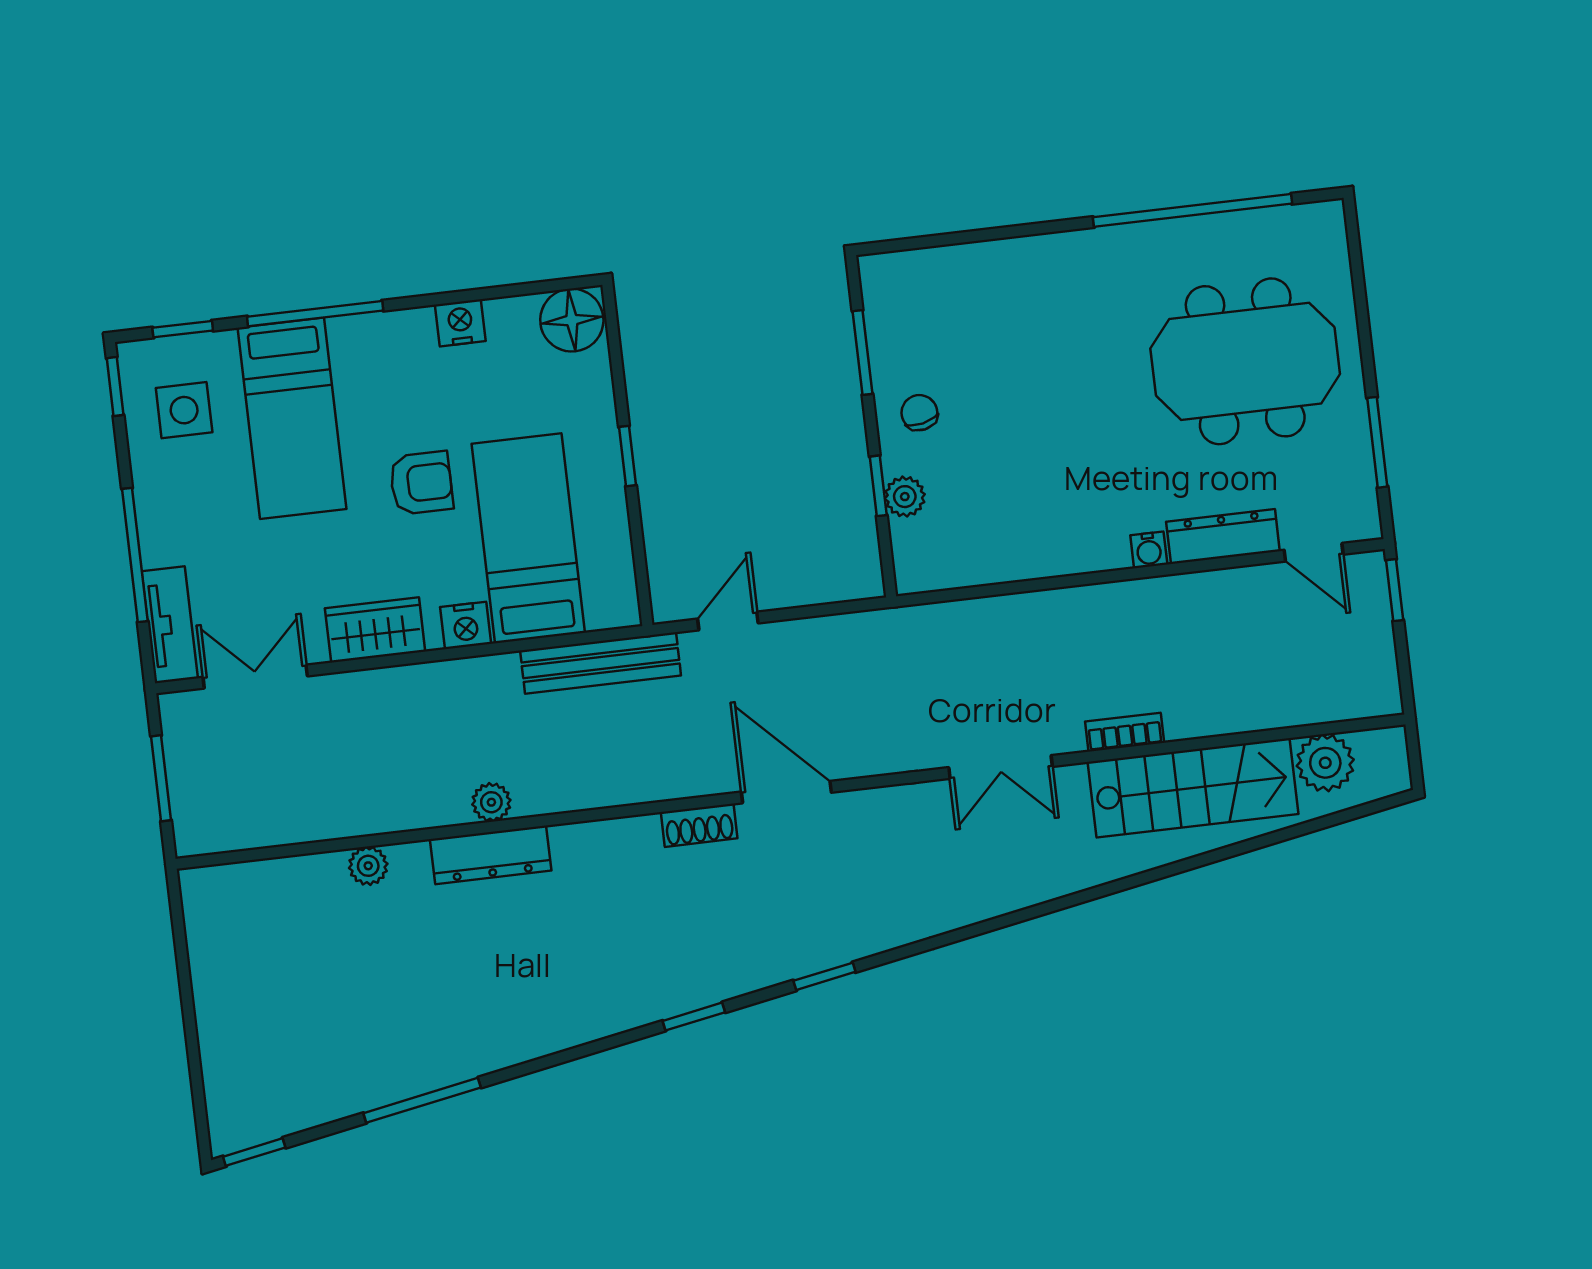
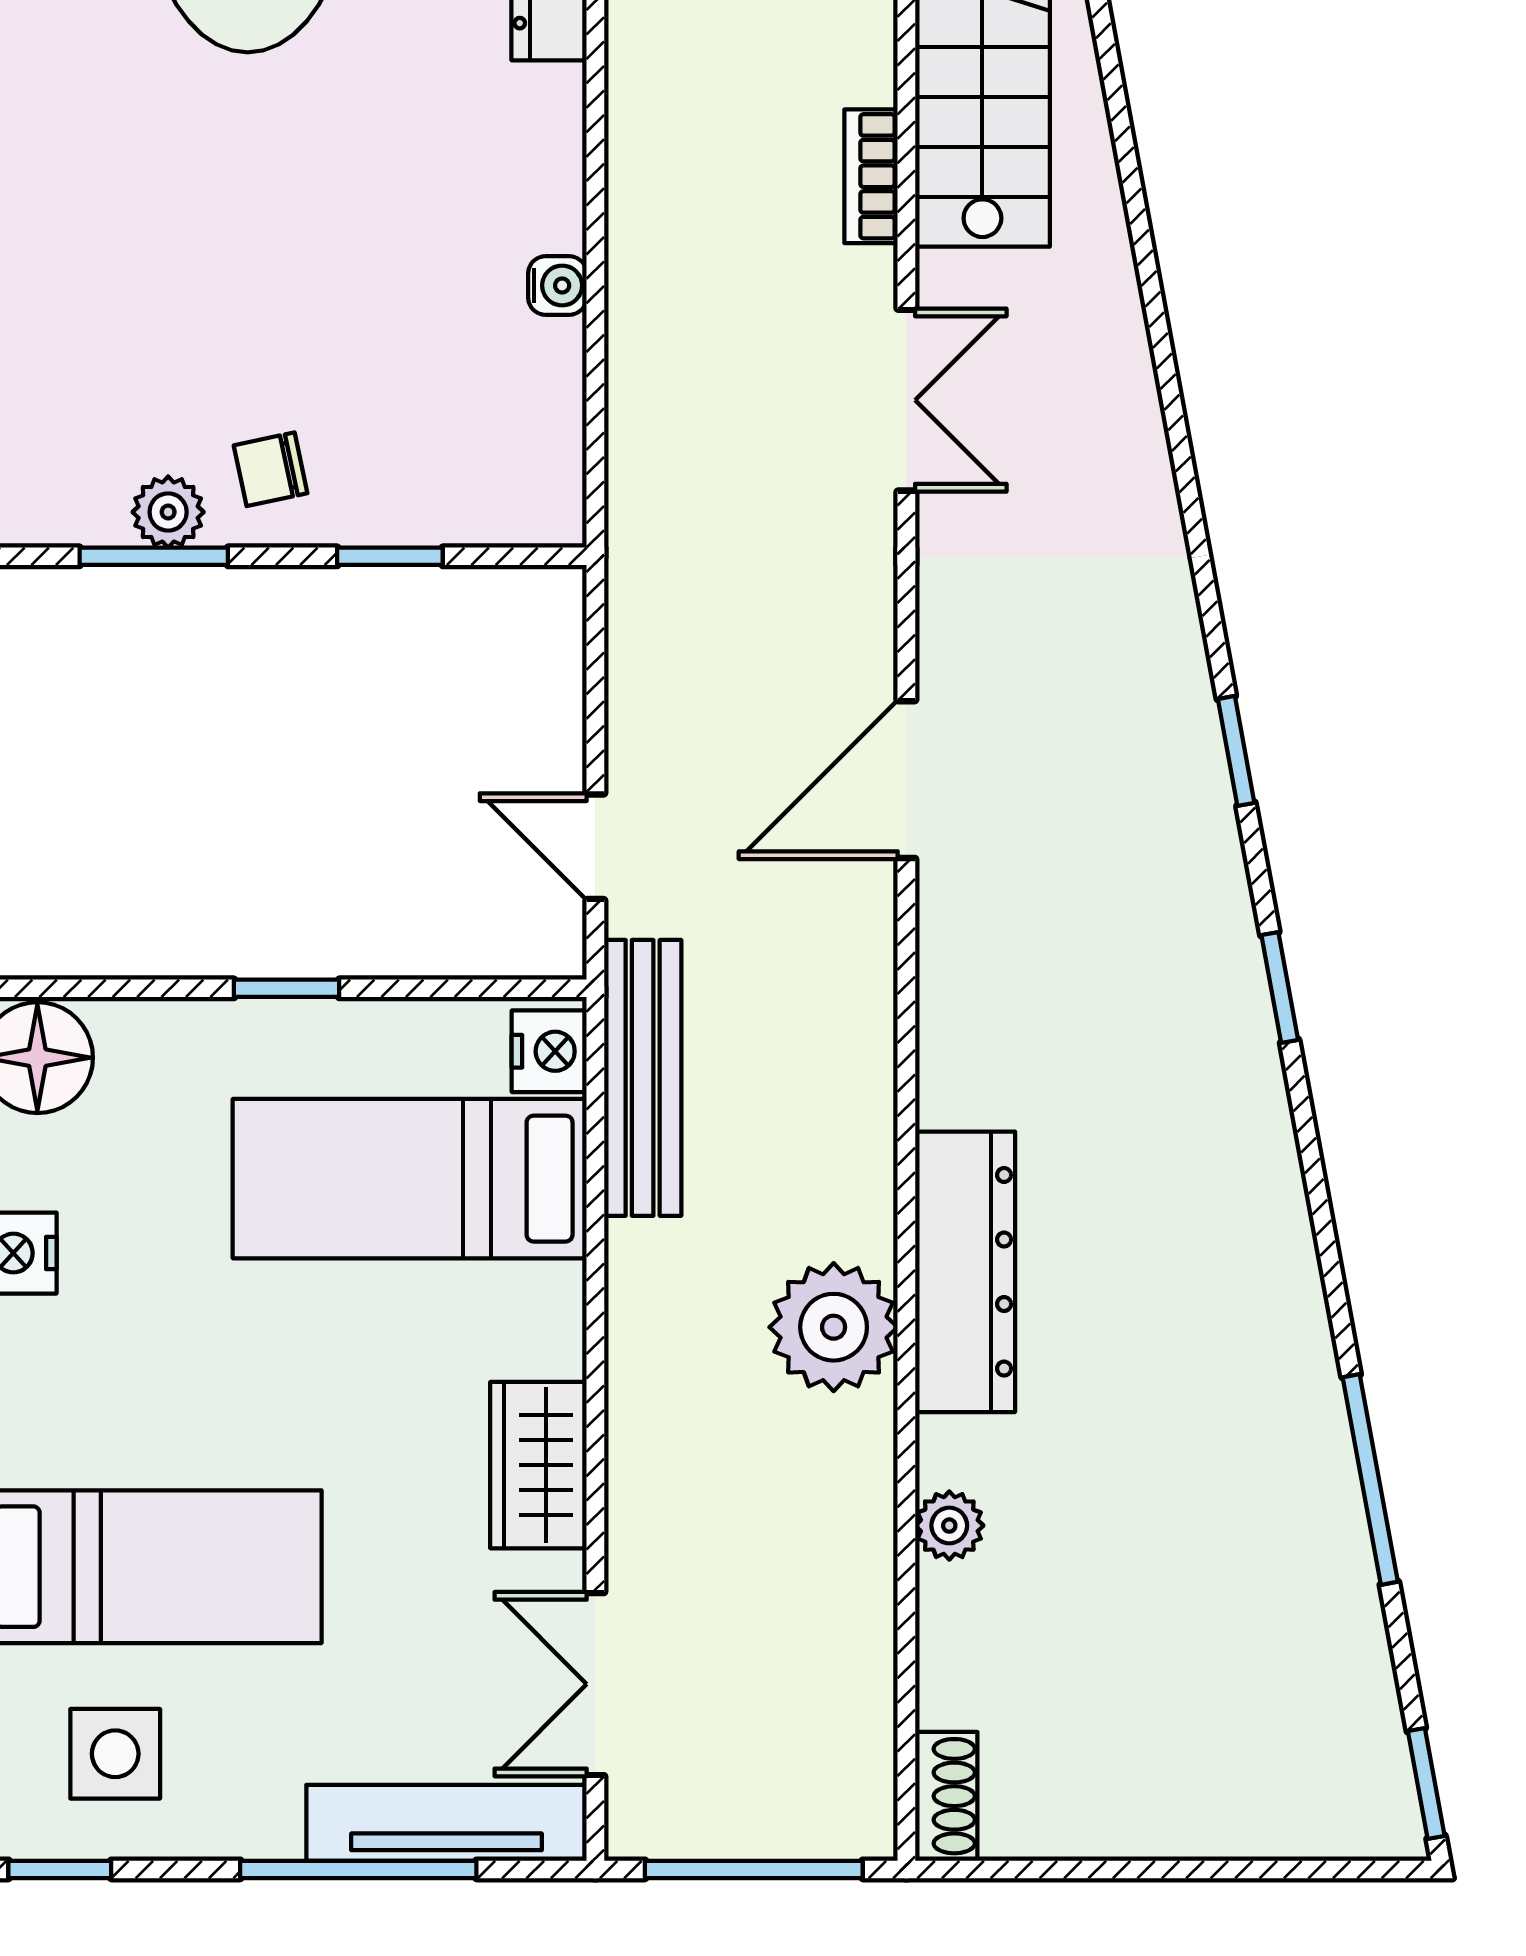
armchair: (421, 483) -> (291, 1354), removed
plant: (905, 497) -> (168, 512), moved
water cooler: (1149, 550) -> (557, 285), moved
tv unit: (170, 625) -> (447, 1823), width x1.41
nightstand: (466, 625) -> (549, 1051), moved
window: (161, 778) -> (754, 1869), width x1.44
plant: (491, 802) -> (834, 1327), width x1.88, depth x1.88
shoe rack: (699, 825) -> (946, 1796), moved
dresser: (491, 855) -> (965, 1272), width x1.37, depth x1.24

